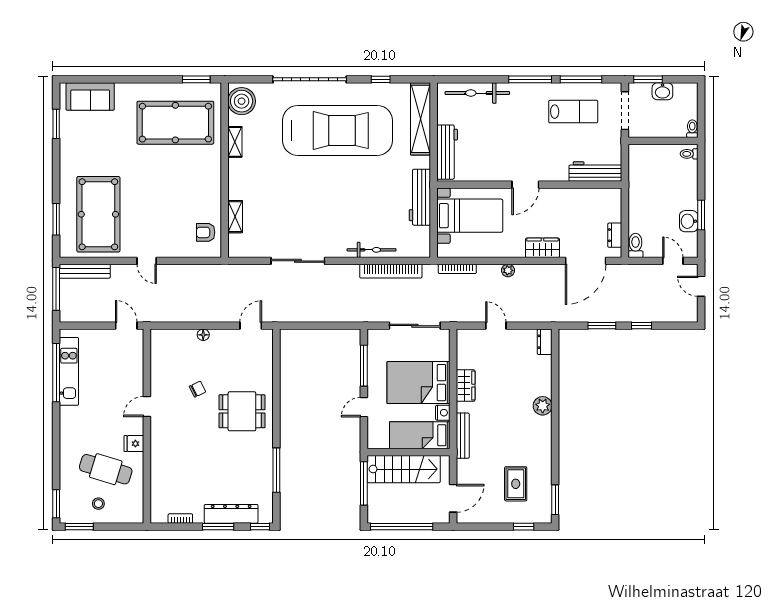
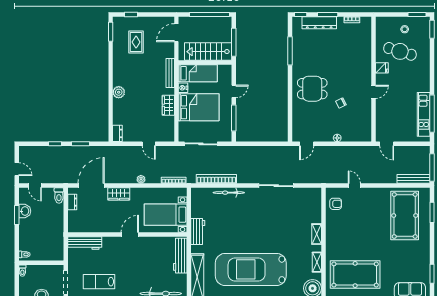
workbench: (420, 197) -> (198, 231), width x0.73
shelving: (235, 217) -> (317, 234), moved
door: (147, 261) -> (354, 186), moved

